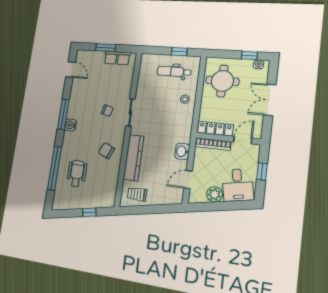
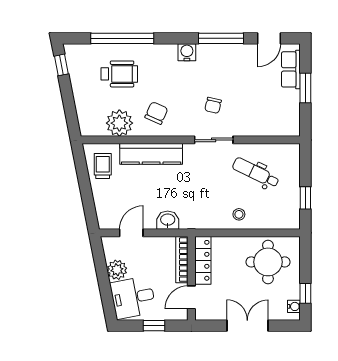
row of seats: (117, 58) -> (291, 69), moved
dental chair: (174, 72) -> (256, 173), moved, turned -64
window: (63, 114) -> (221, 38), moved
door: (243, 140) -> (191, 297), swing flipped
plant: (109, 178) -> (119, 123), added
door: (188, 180) -> (131, 233), hinge flipped
window: (89, 212) -> (61, 65), moved

